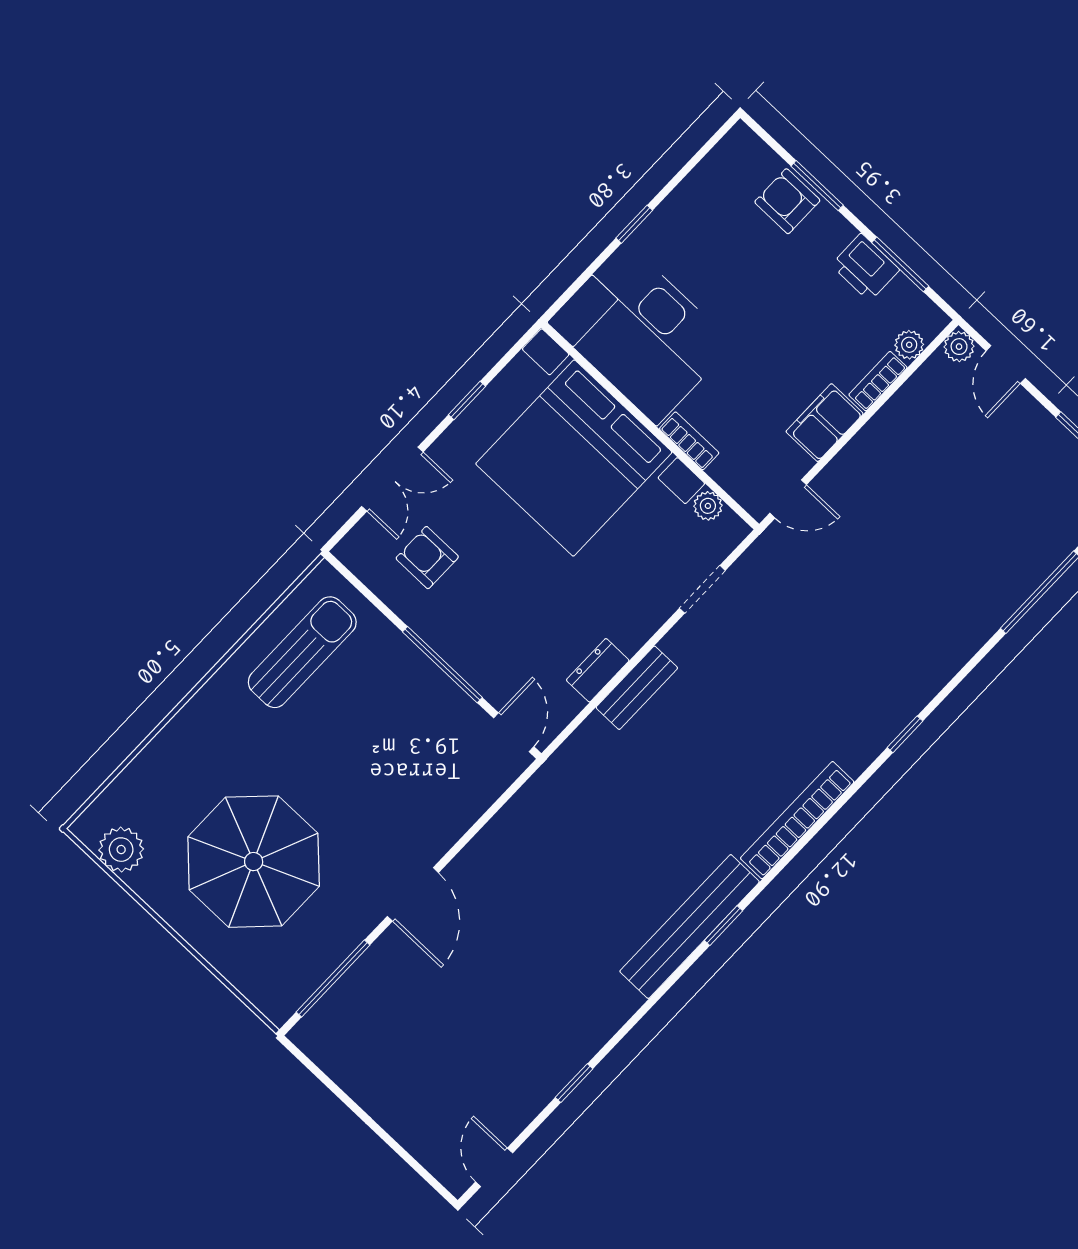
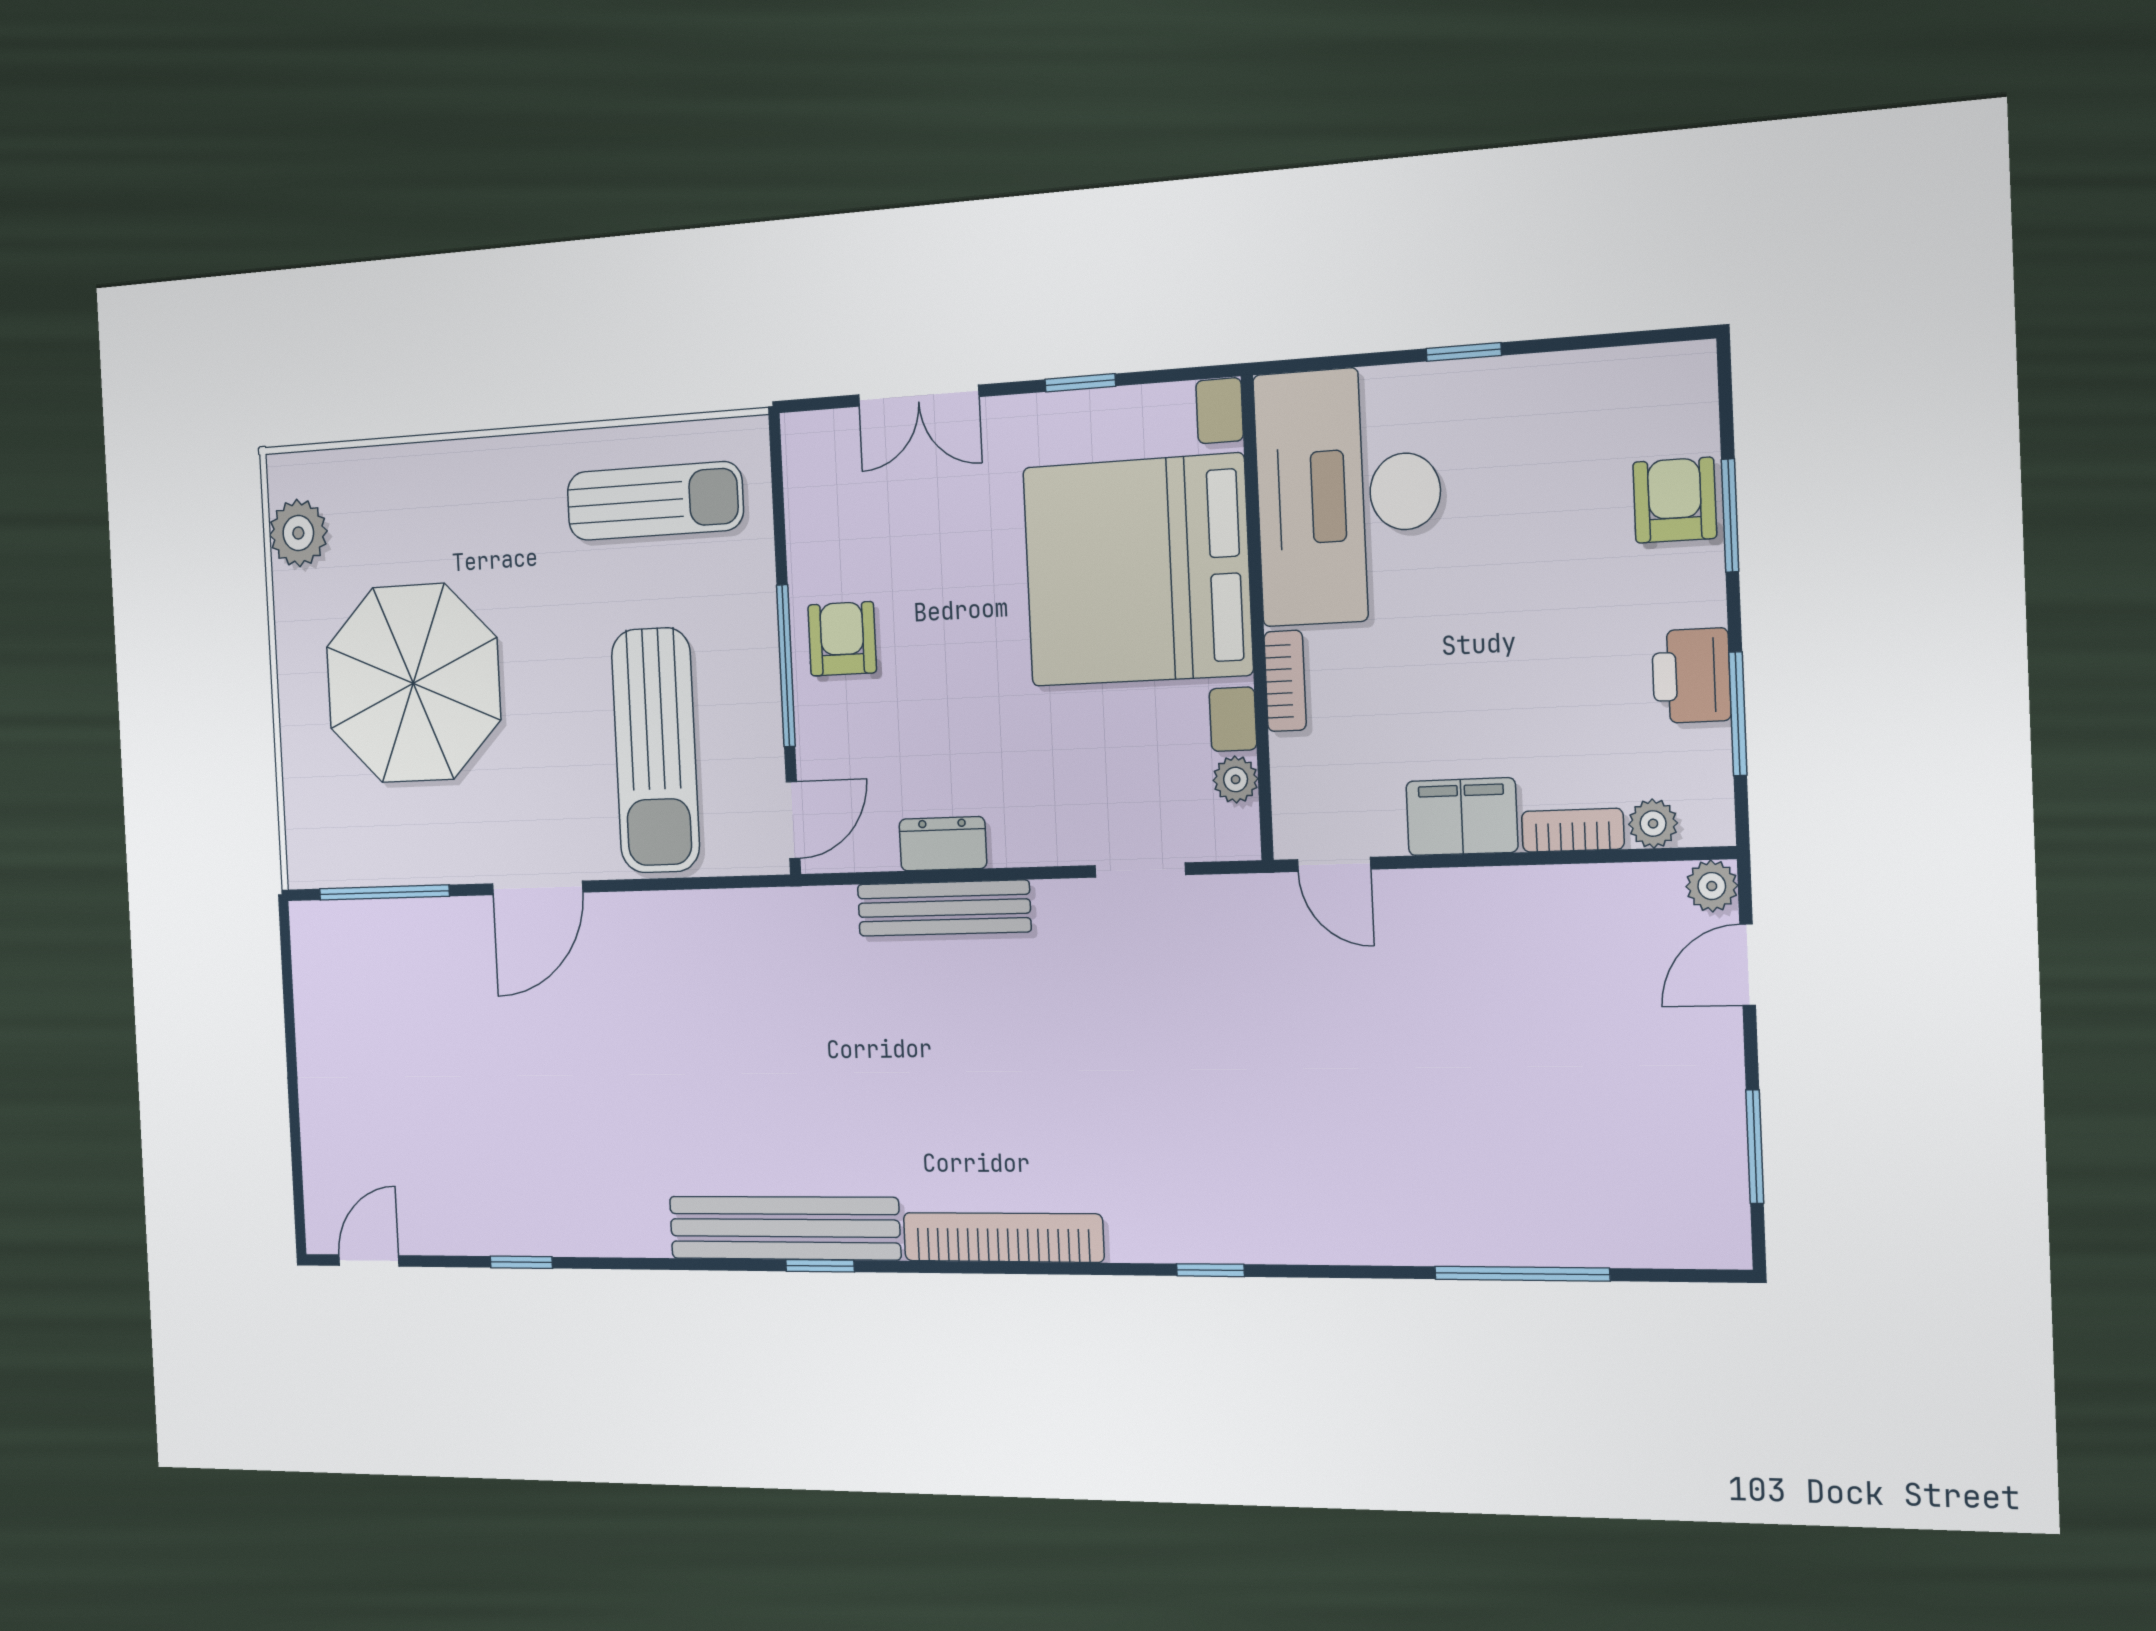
armchair: (427, 558) -> (842, 639), moved
bench: (637, 688) -> (944, 908), width x1.36
sun lounger: (413, 769) -> (655, 750), added

